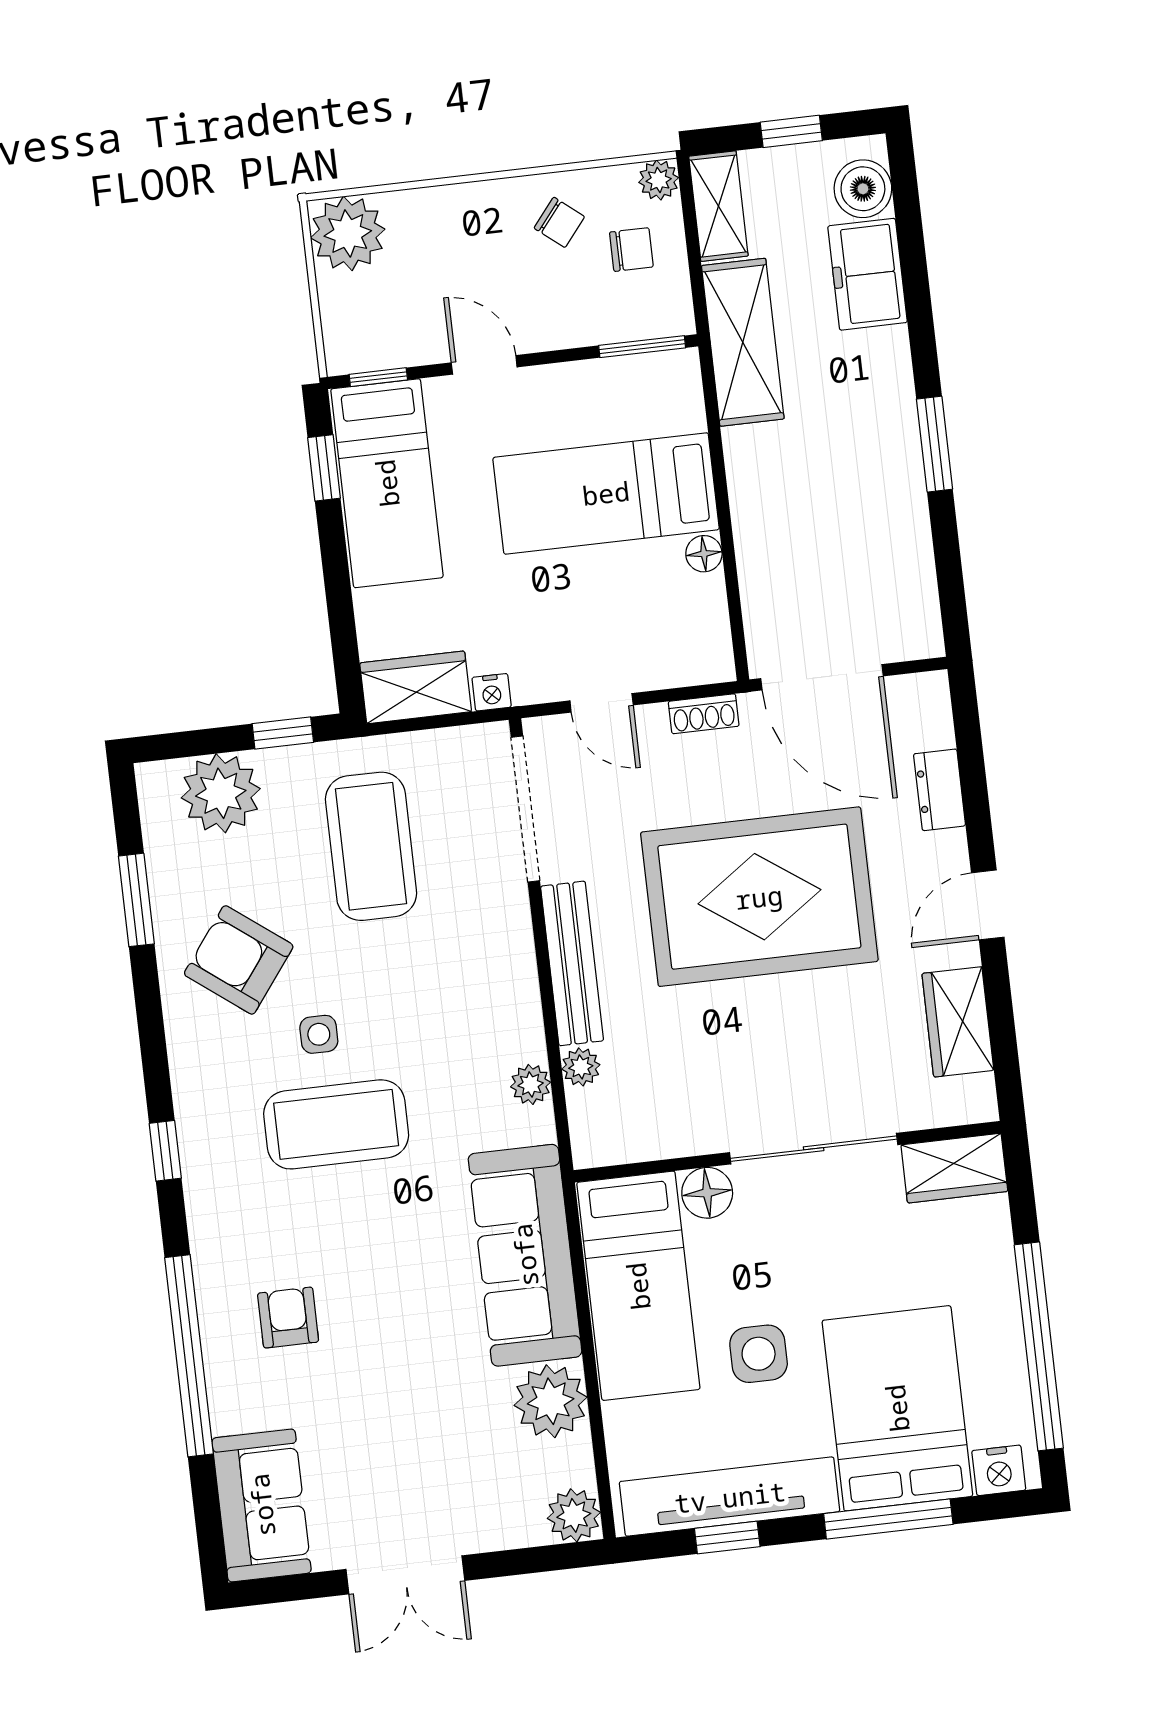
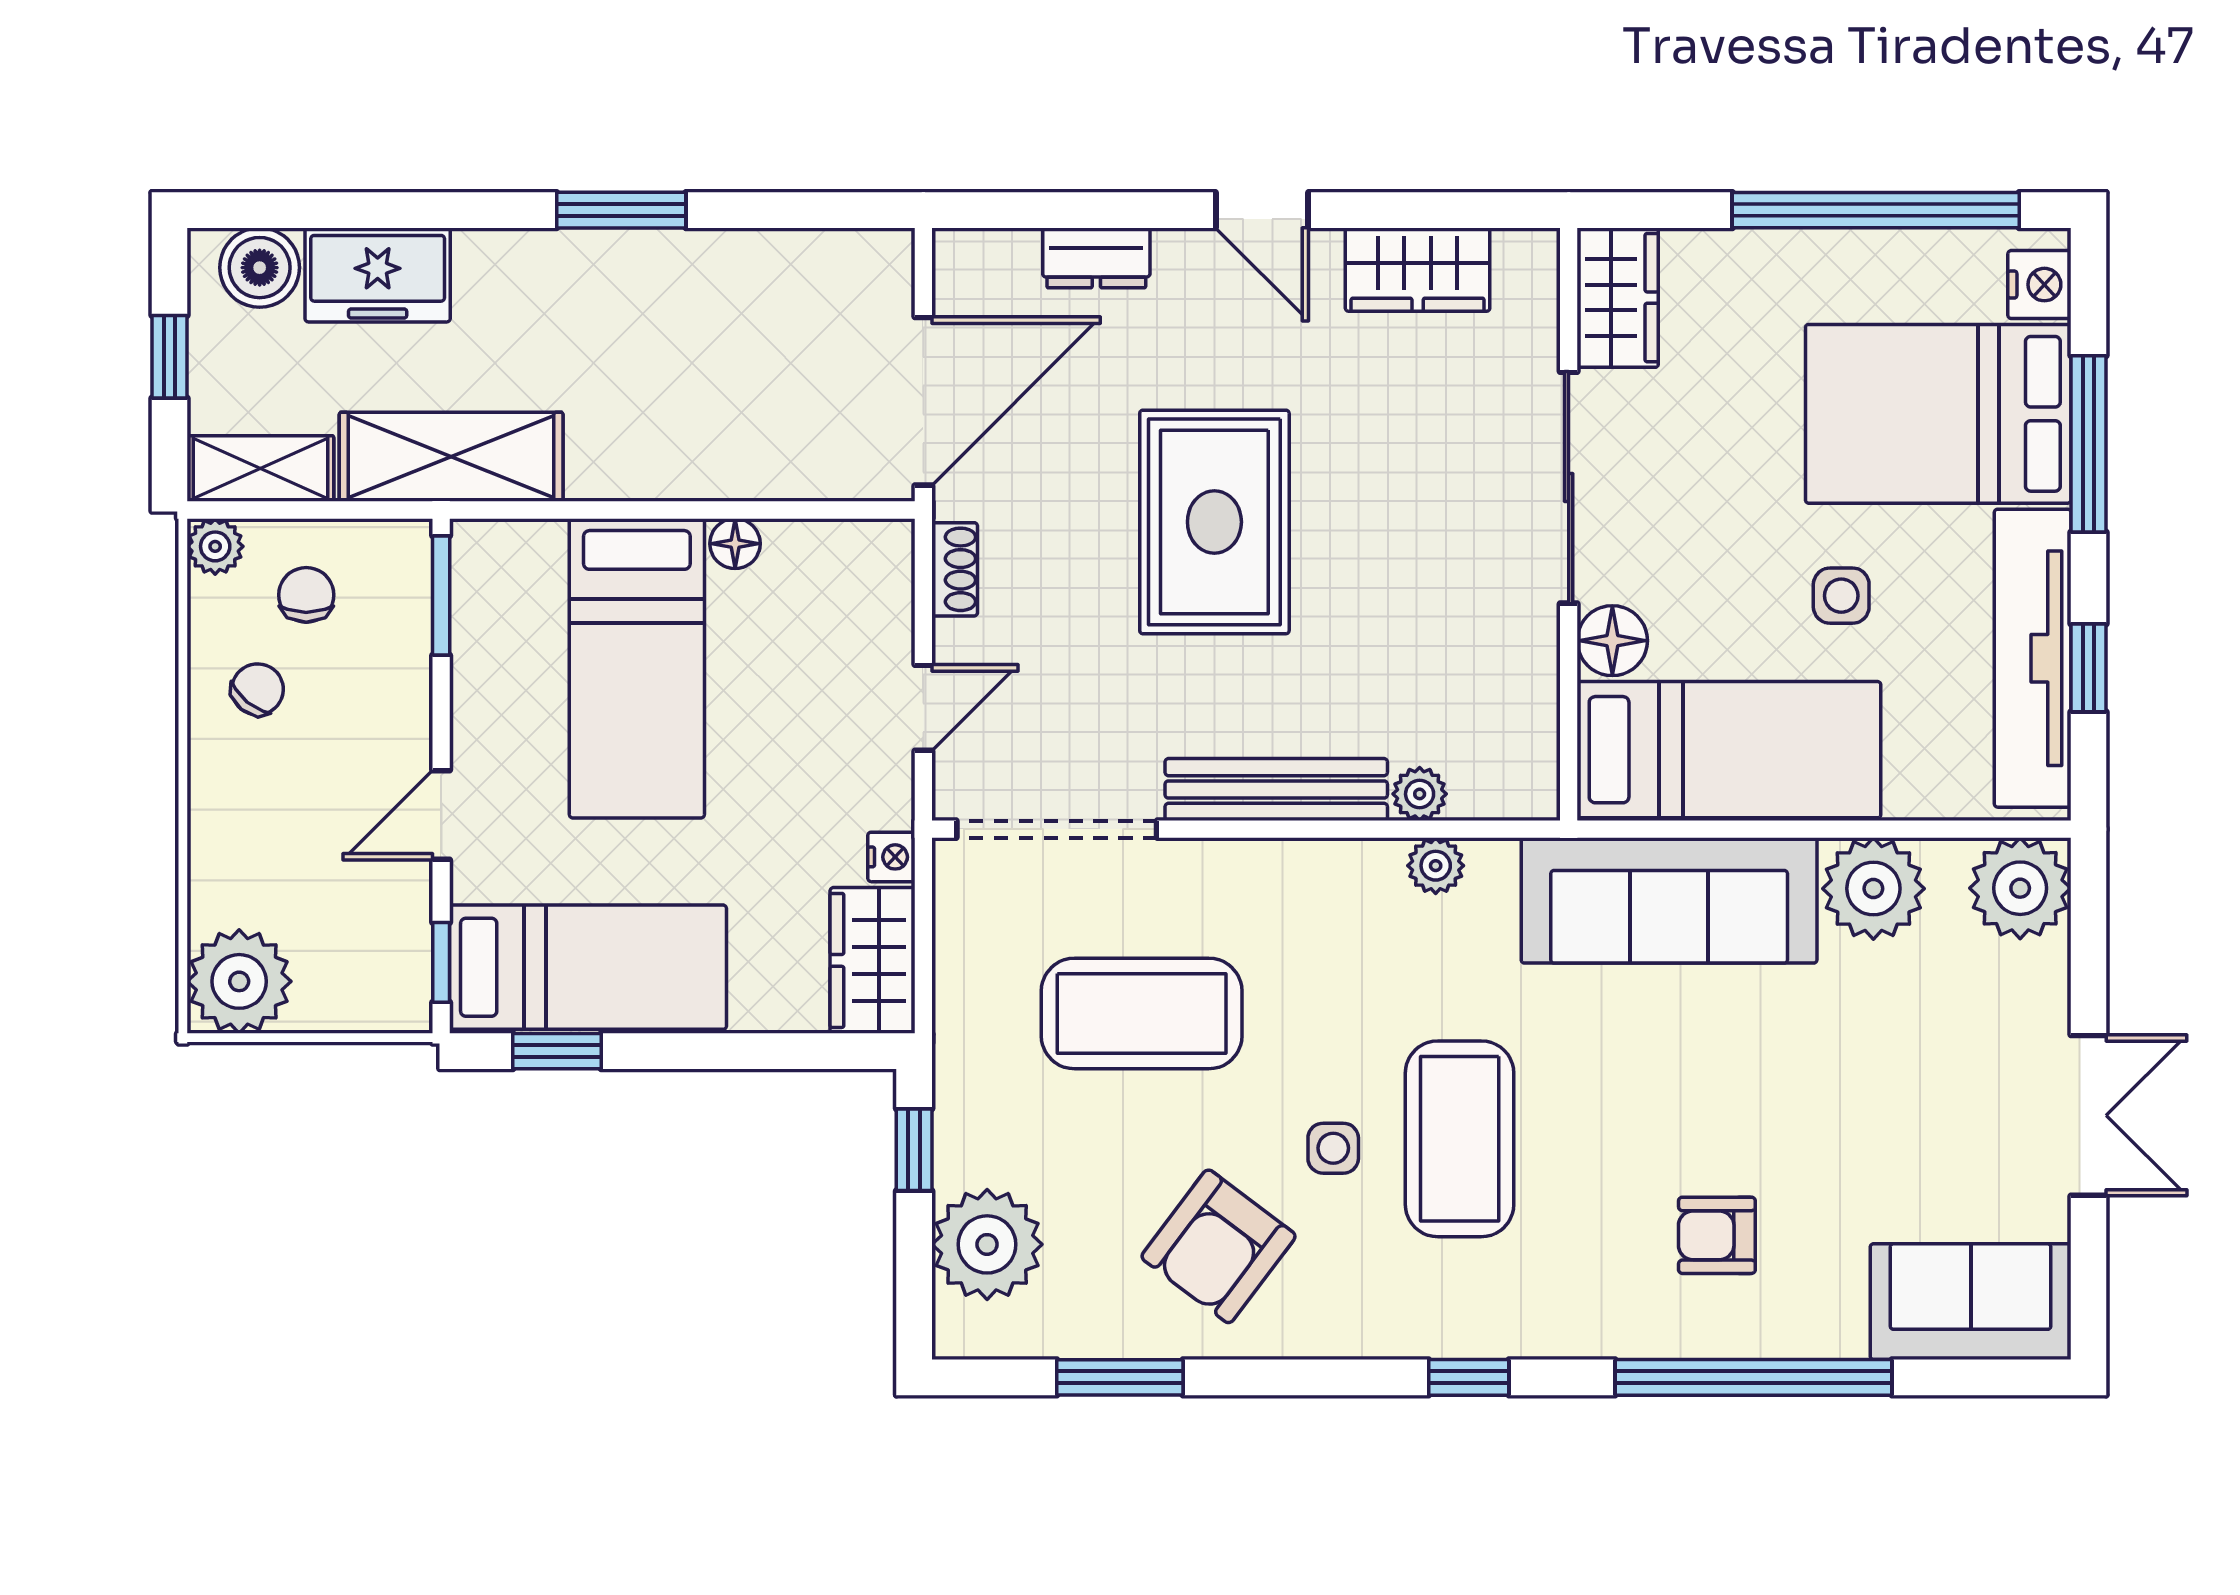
coffee table: (371, 846) -> (1142, 1013), moved
rug: (759, 897) -> (1214, 522), width x0.73, depth x0.69
side table: (759, 1354) -> (1841, 596), width x0.73, depth x0.73
plant: (574, 1515) -> (2020, 888), width x1.36, depth x1.36

